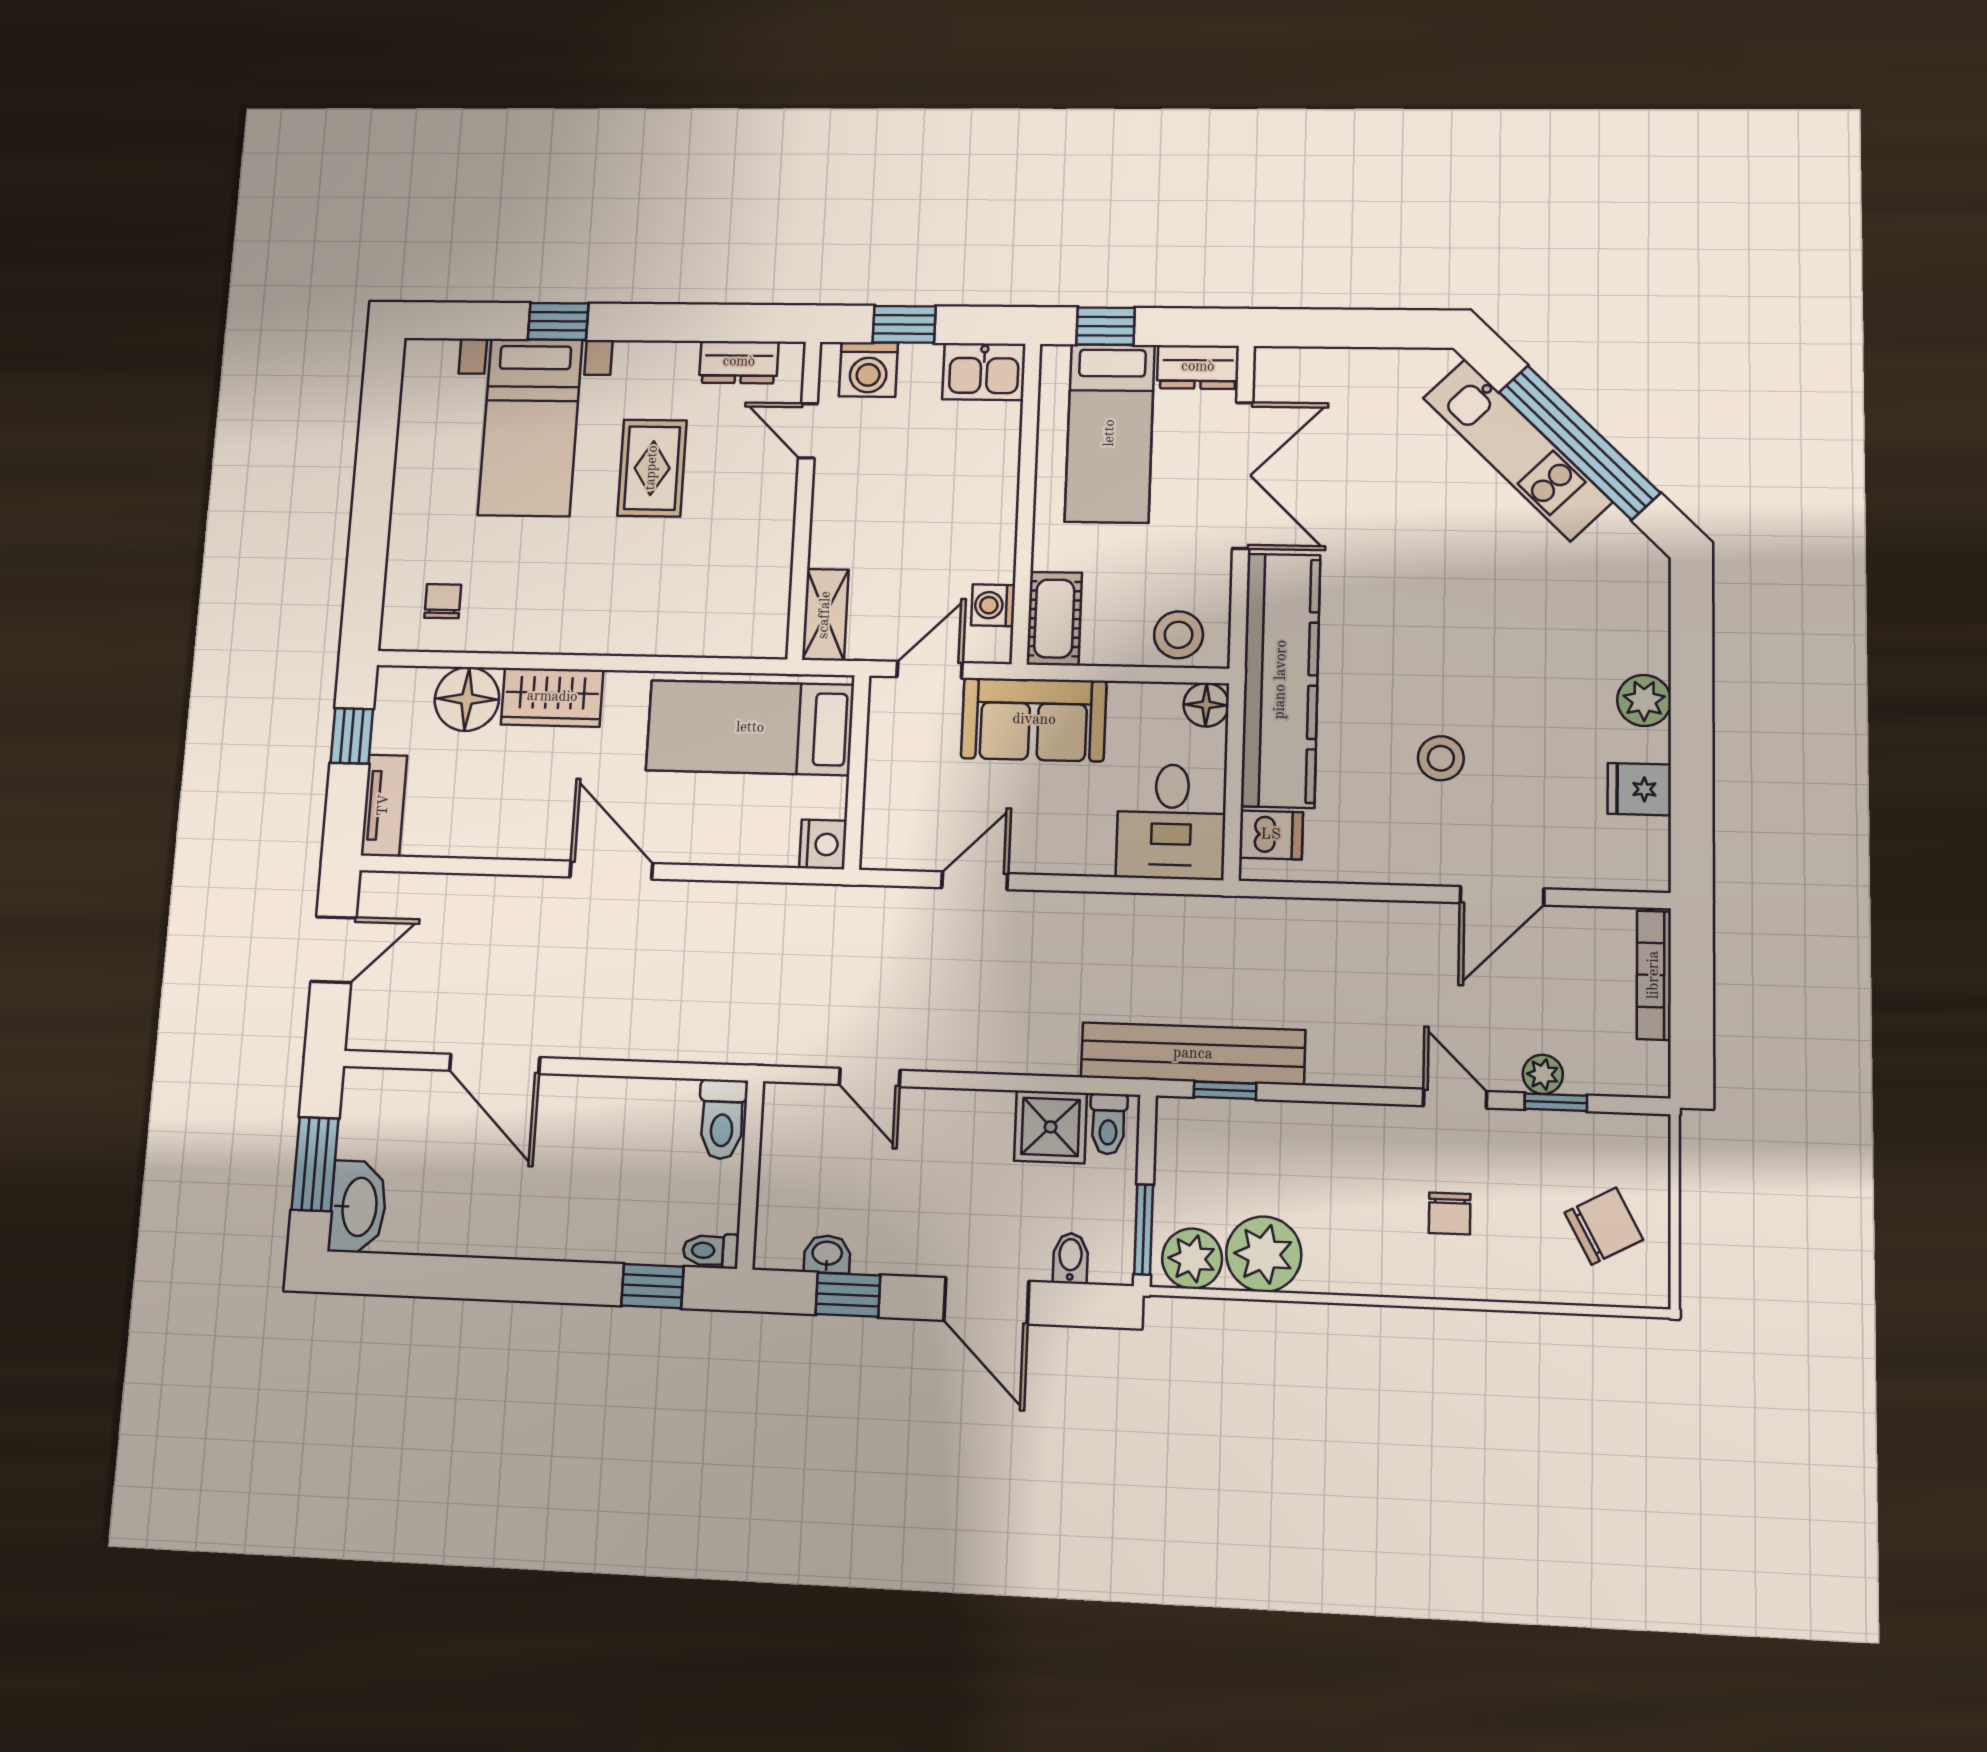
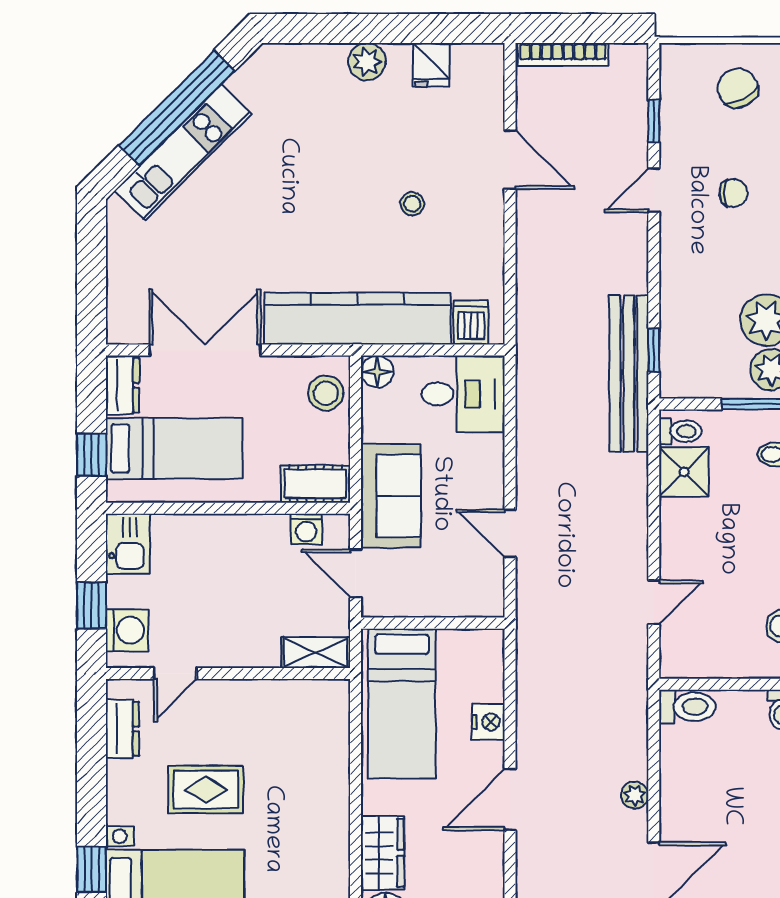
stool: (1441, 758) -> (412, 204), width x0.73, depth x0.73
nightstand: (823, 844) -> (488, 722), moved, turned 90
plant: (1543, 1074) -> (635, 795), moved

